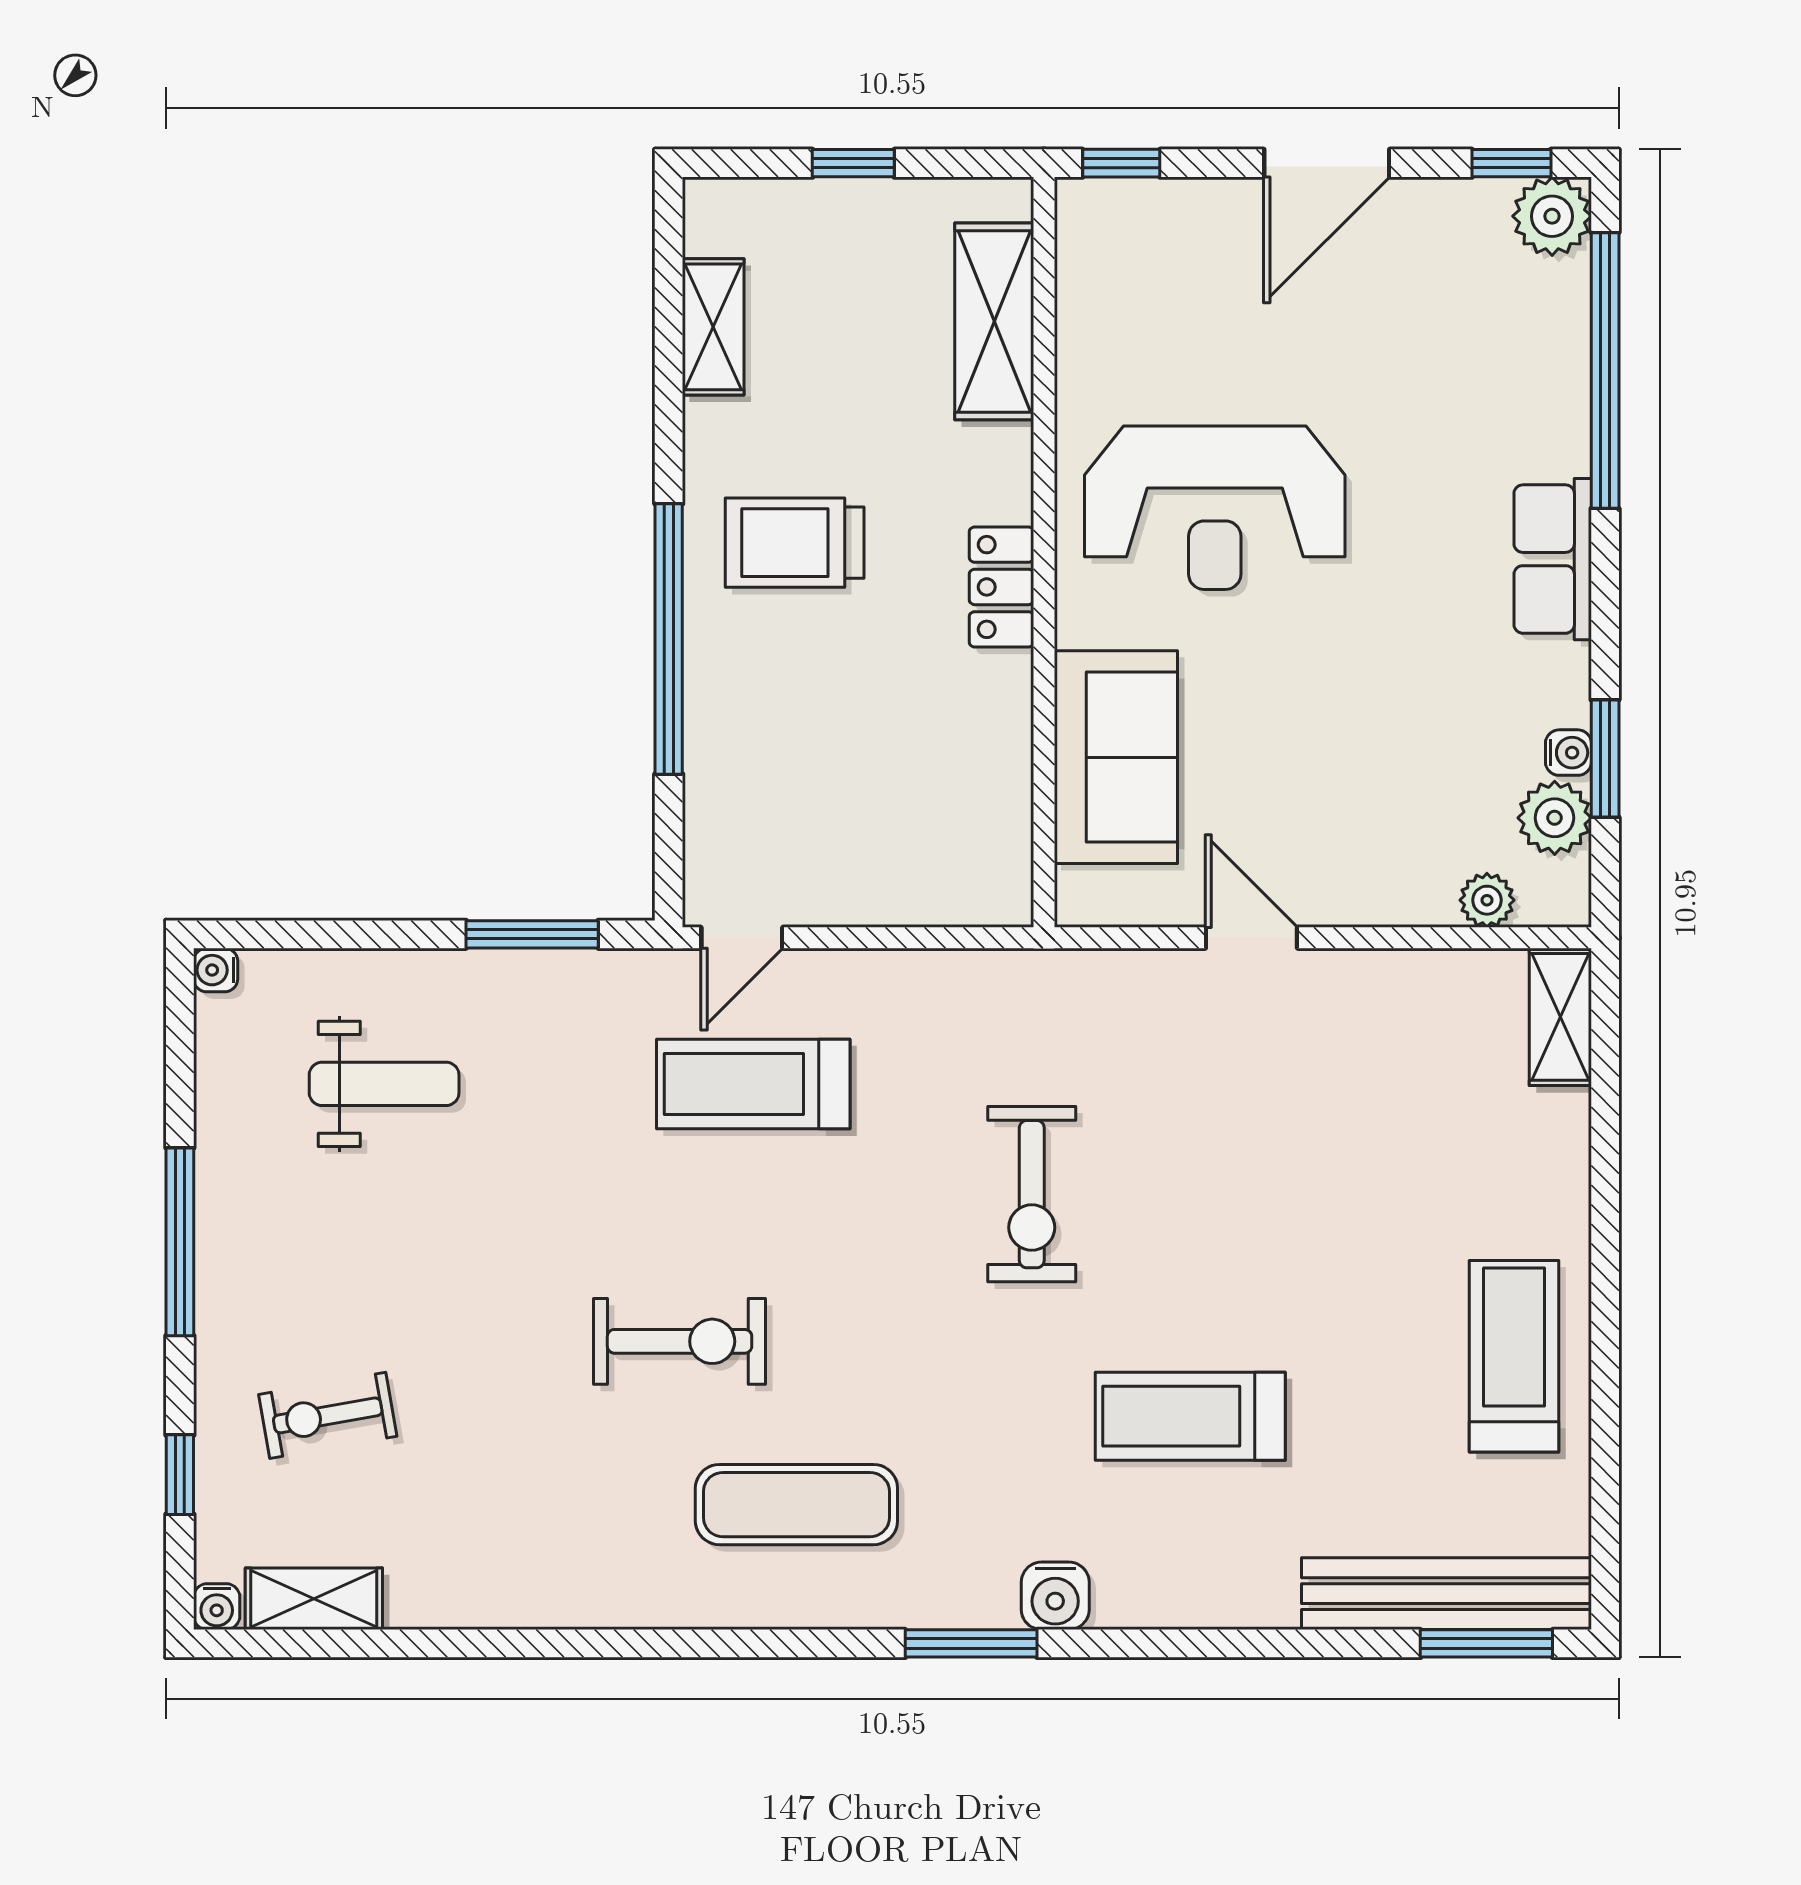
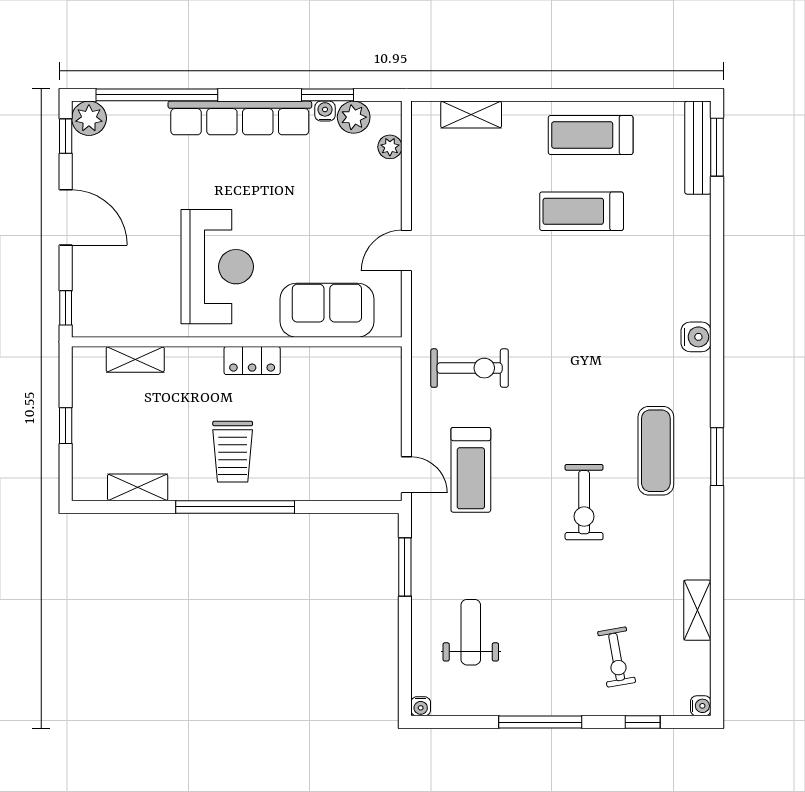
shelving: (994, 321) -> (135, 359), width x0.67, depth x0.75
row of seats: (1553, 559) -> (240, 118), width x2.02
window: (669, 639) -> (235, 507), moved
shelving: (1560, 1017) -> (471, 115), moved
exercise bike: (1032, 1194) -> (470, 368), moved
exercise bike: (680, 1341) -> (584, 502), turned 180
treadmill: (1190, 1416) -> (582, 211), moved, turned 90
bench: (1446, 1594) -> (698, 148), width x0.73, depth x0.82
shelving: (314, 1599) -> (697, 610), moved
window: (971, 1643) -> (717, 457), moved

